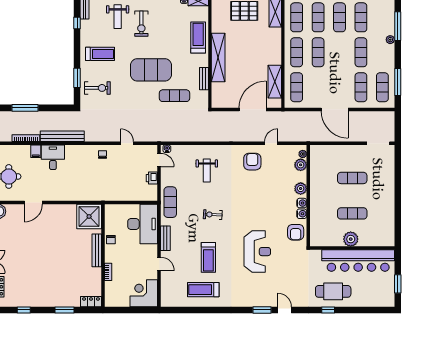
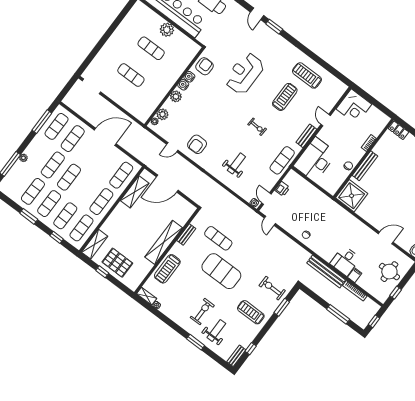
exercise mat: (318, 52) -> (69, 177), moved
door: (335, 109) -> (105, 137), hinge flipped
door: (127, 143) -> (270, 221), moved
treadmill: (203, 290) -> (307, 75), turned 180

